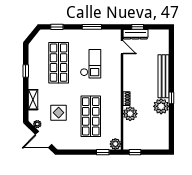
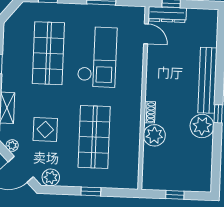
checkout: (91, 64) -> (97, 57), width x1.36, depth x1.21
plant: (115, 144) -> (51, 177), moved
window: (103, 152) -> (91, 191), moved
window: (135, 152) -> (175, 195), moved

